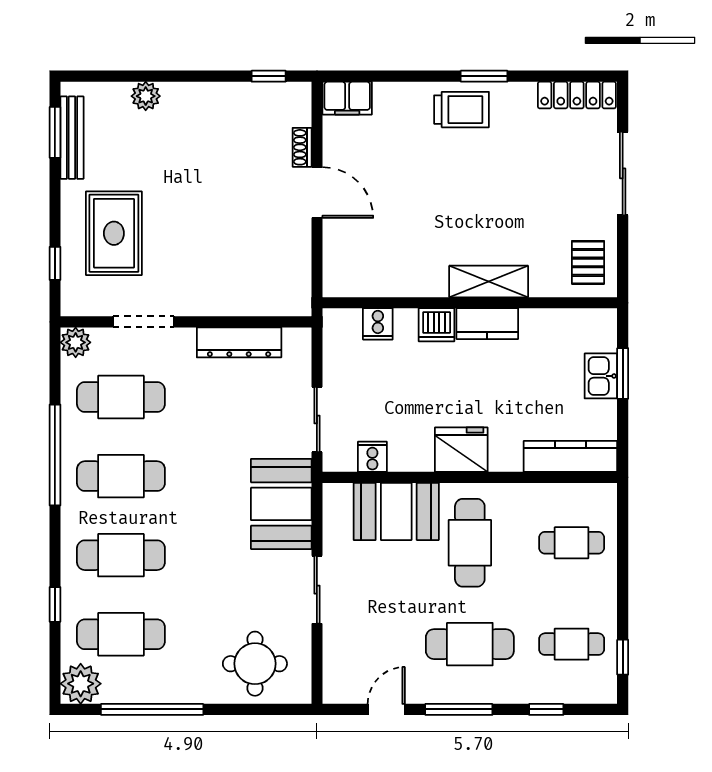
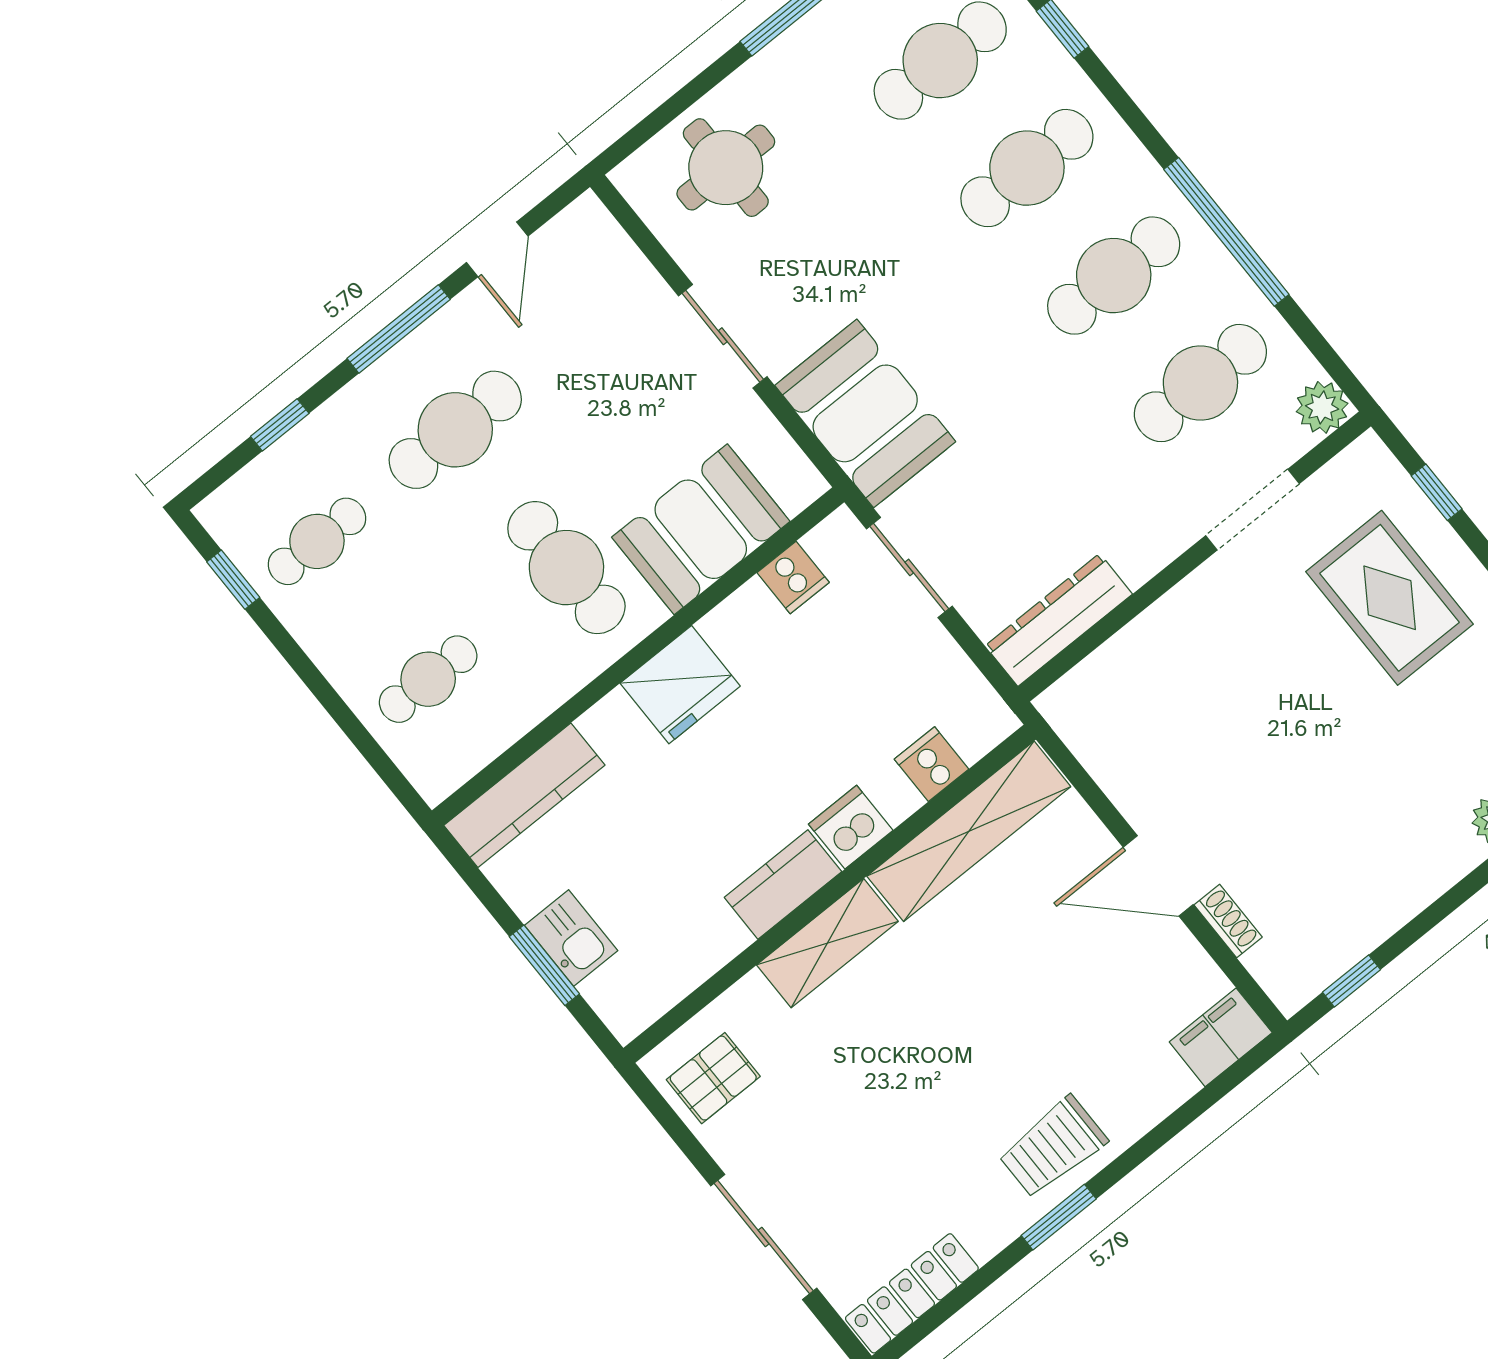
pallet: (588, 262) -> (713, 1078), turned 90
shelving: (385, 280) -> (969, 831), added
dresser: (239, 342) -> (1059, 620), moved

